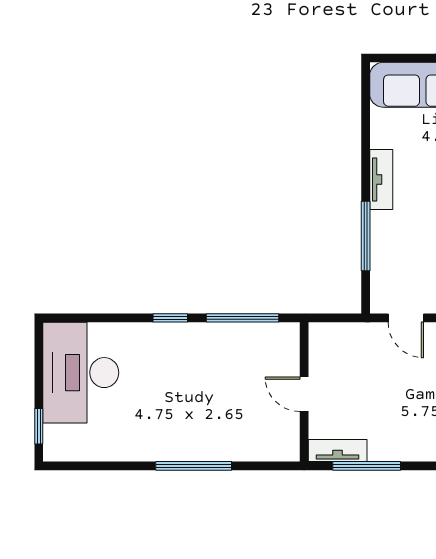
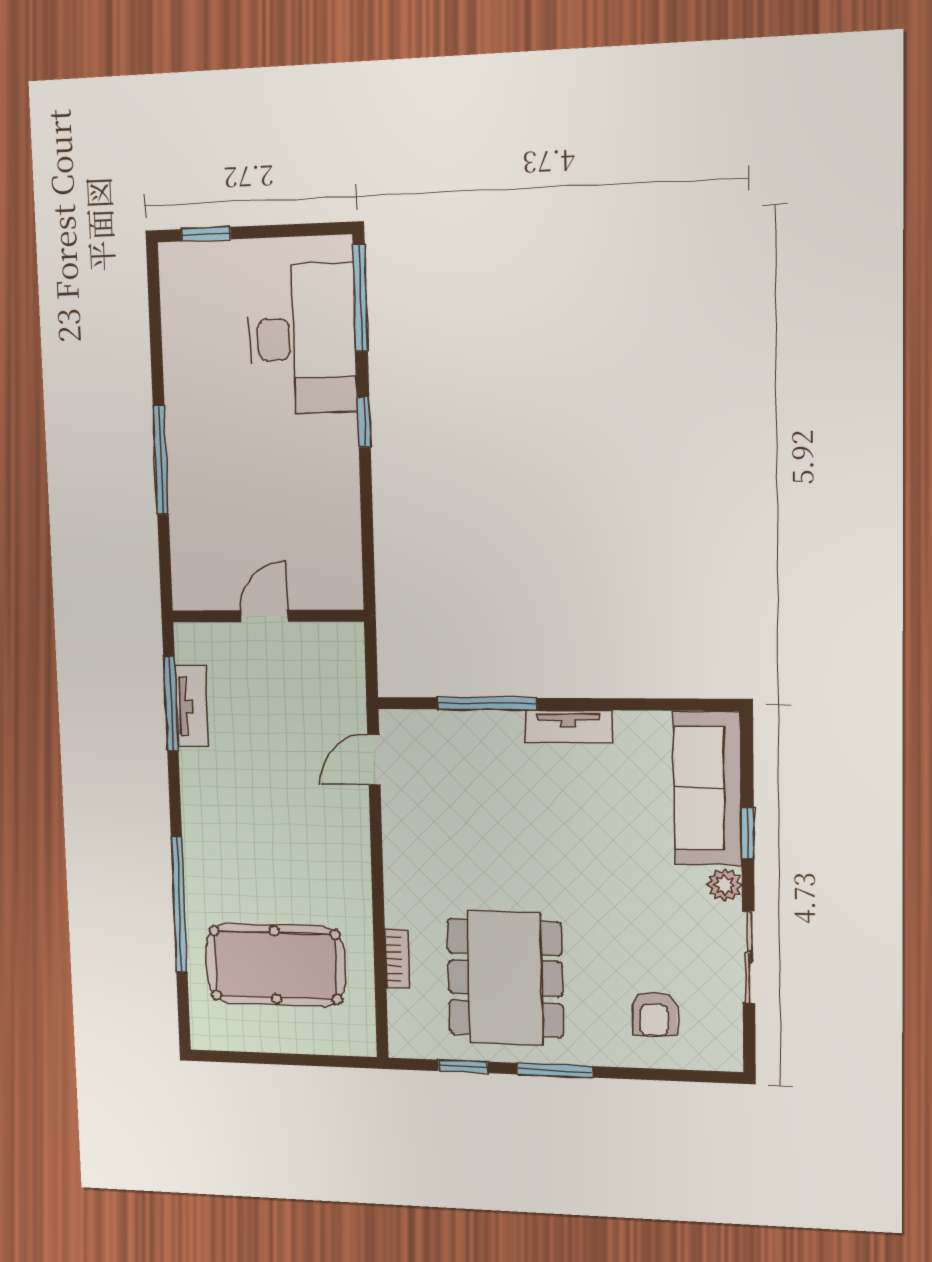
window: (242, 318) -> (360, 298), moved
desk: (81, 373) -> (302, 339), moved, turned 90
tv unit: (338, 451) -> (192, 706), moved

